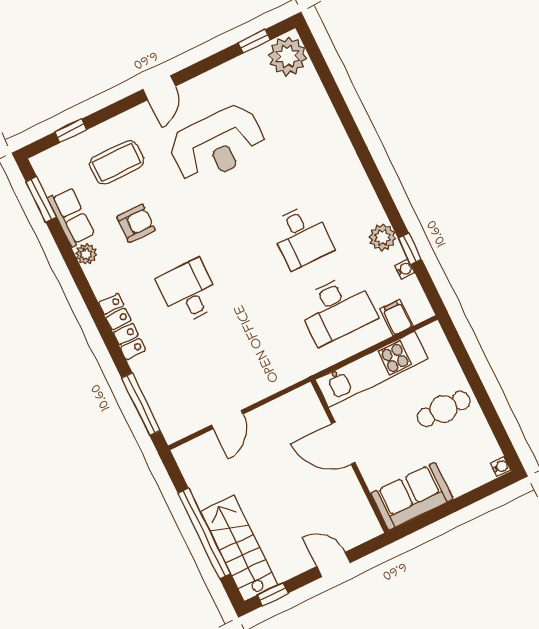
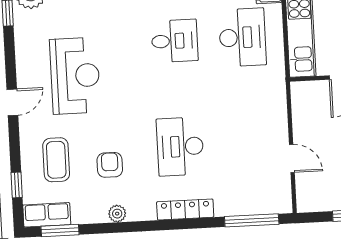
door: (159, 88) -> (12, 102), hinge flipped
row of seats: (71, 217) -> (47, 215), moved
desk: (189, 292) -> (180, 147), width x1.37

